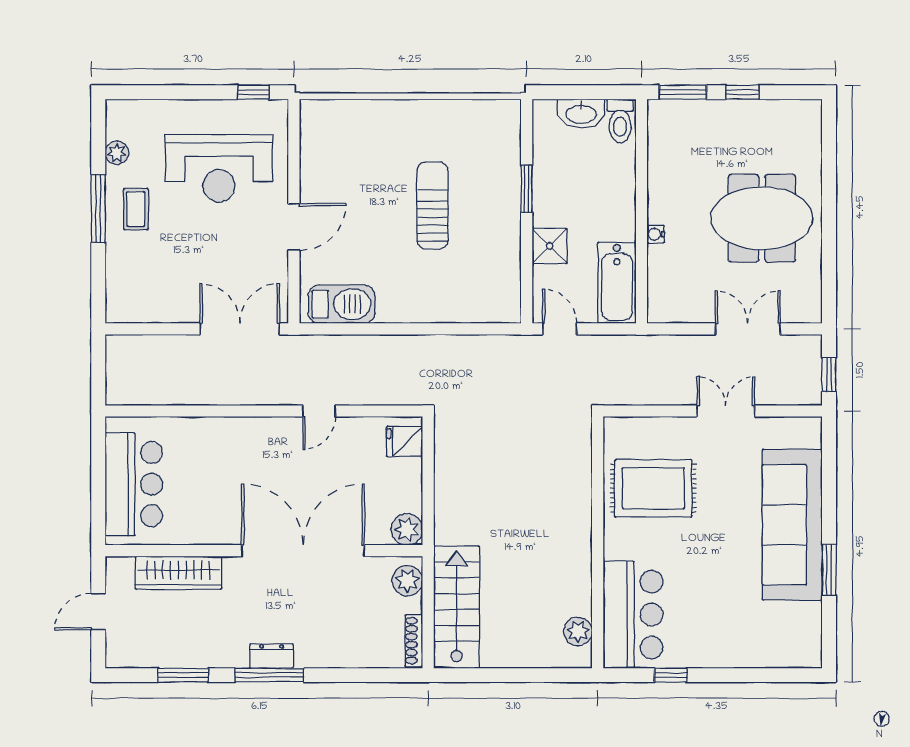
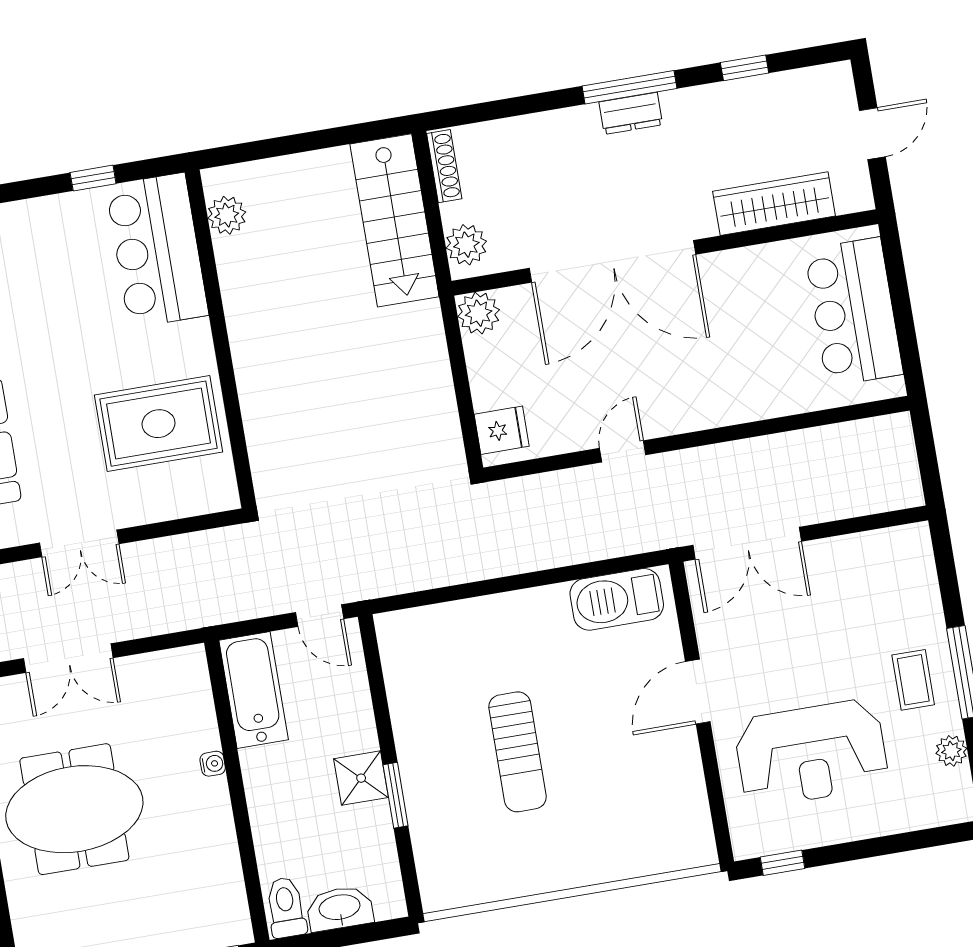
reception desk: (219, 168) -> (811, 753), turned 180
shower: (550, 246) -> (361, 778), moved
window: (183, 675) -> (745, 68), width x0.67

